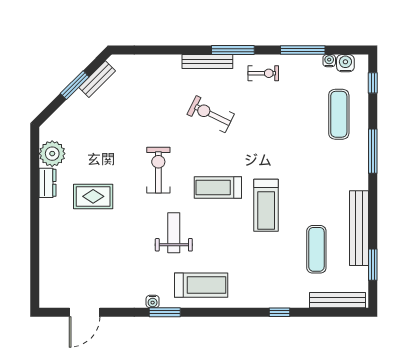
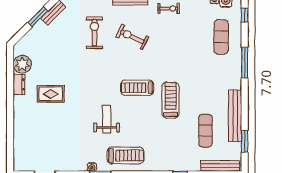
exercise bike: (158, 170) -> (94, 33), moved
treadmill: (266, 205) -> (171, 100), turned 180

